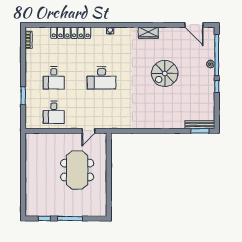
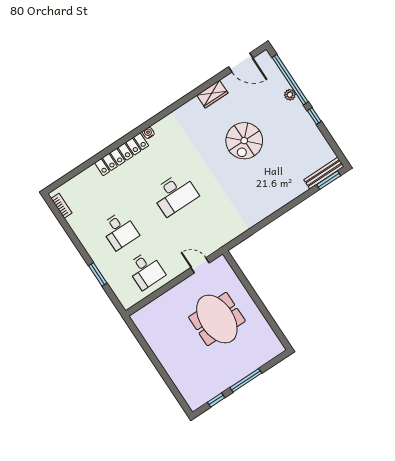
locker: (71, 33) -> (122, 154), moved
wardrobe: (148, 33) -> (212, 94), moved
door: (88, 131) -> (200, 265), swing flipped

